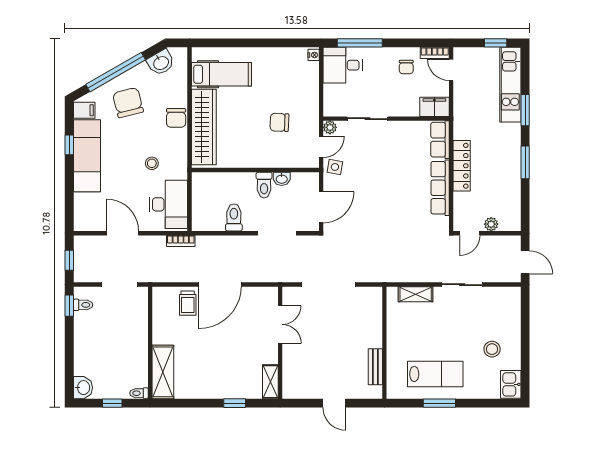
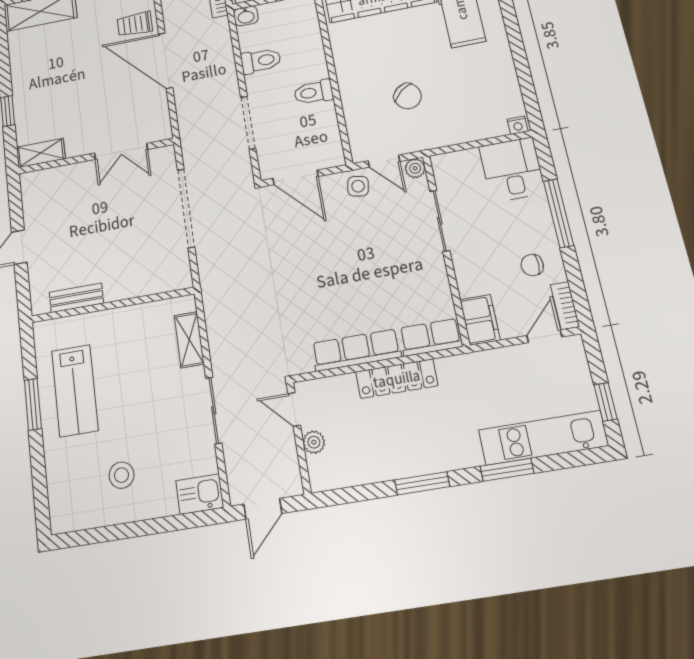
window: (360, 43) -> (558, 213), moved
chair: (279, 122) -> (408, 96), turned 139
washbasin: (282, 179) -> (246, 16), moved, turned -90
kitchen sink: (511, 384) -> (200, 494), moved

